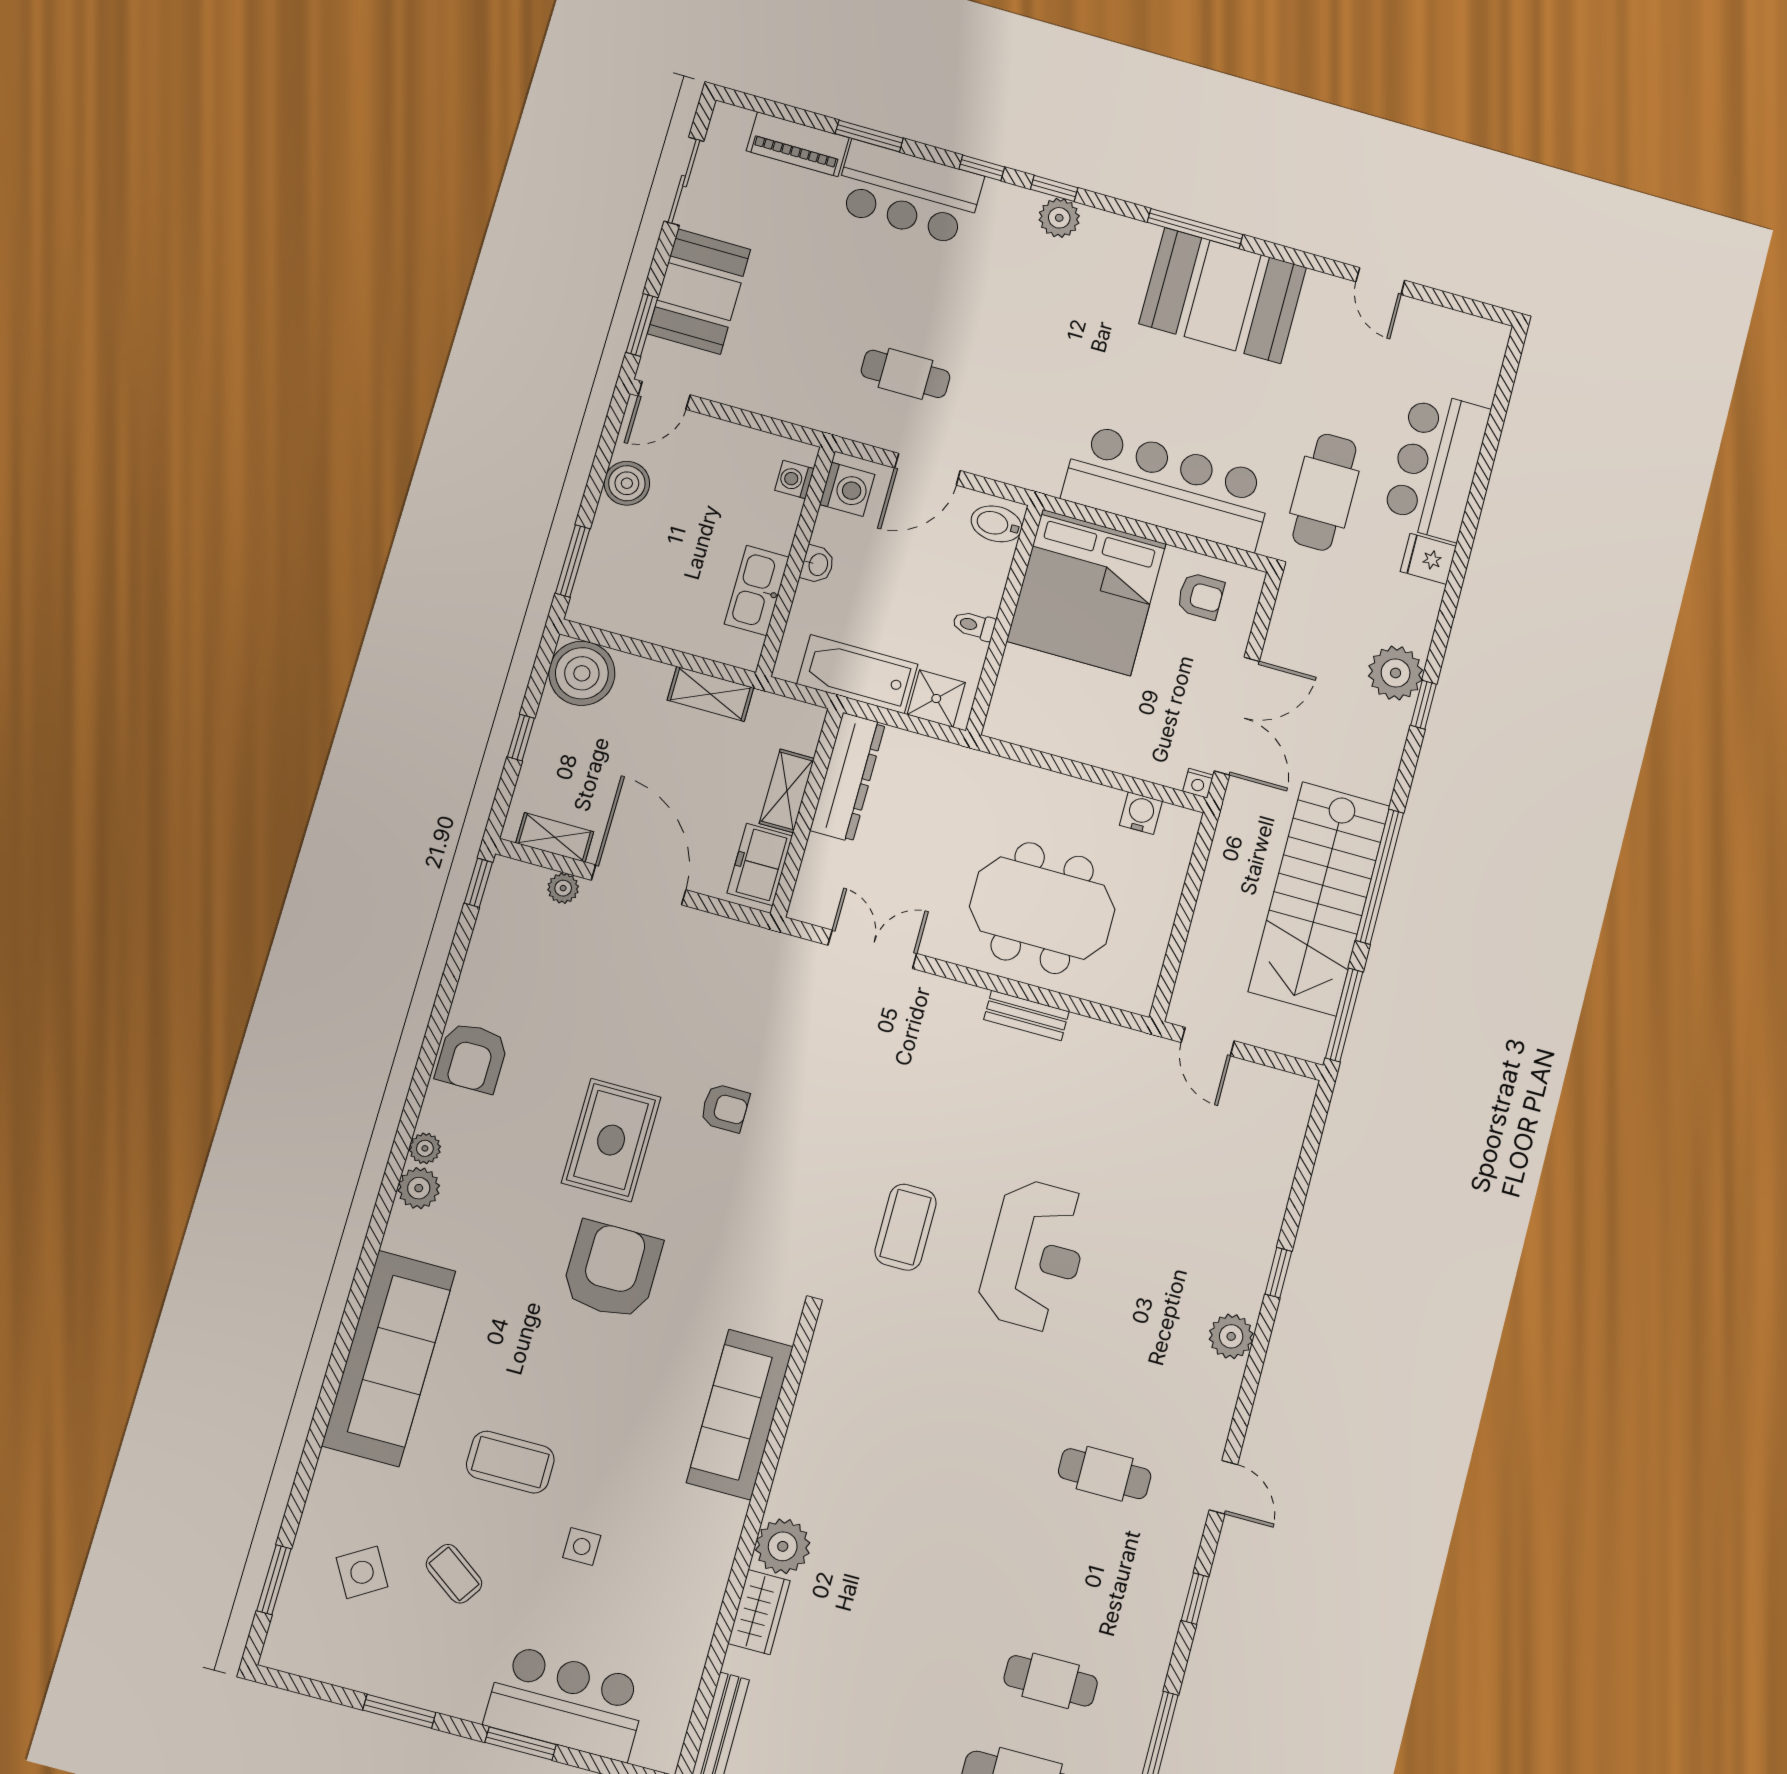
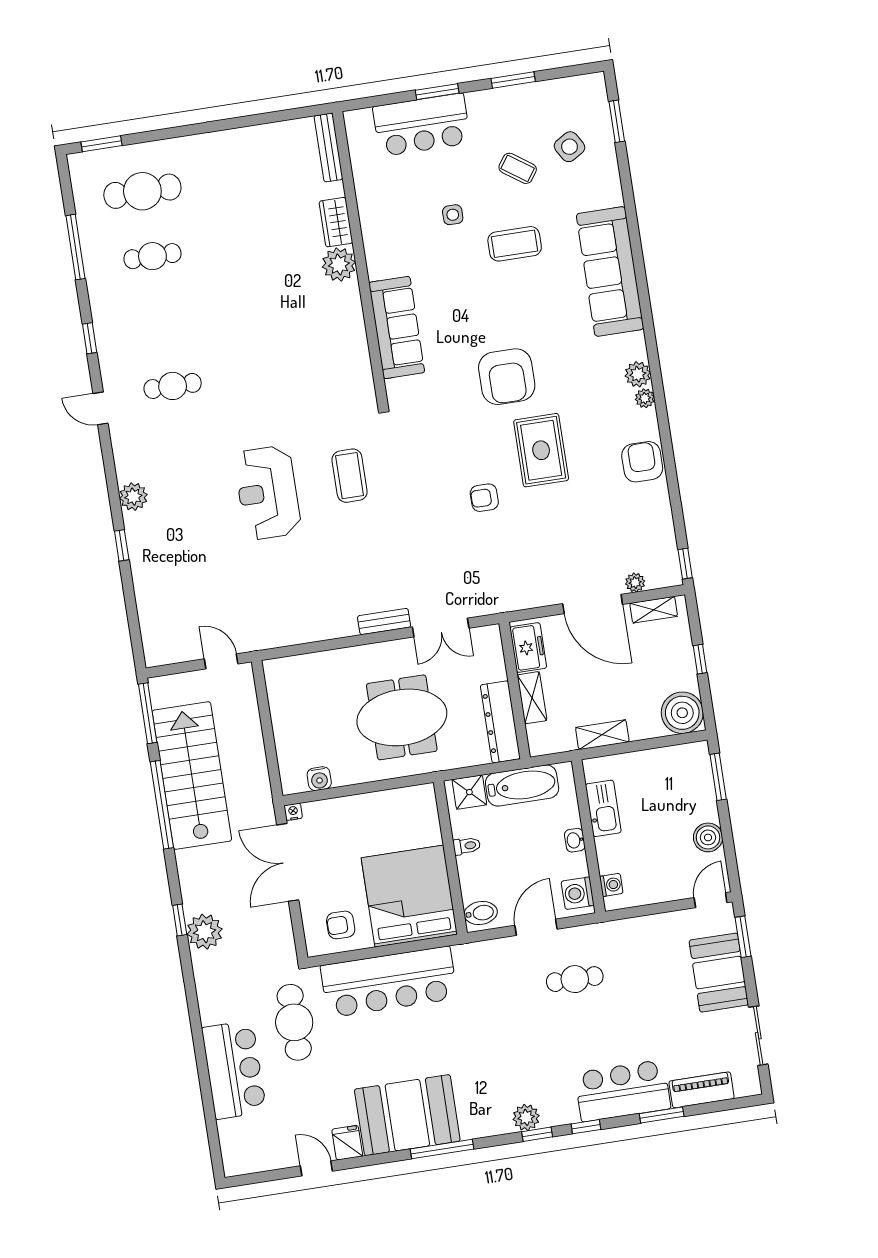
fridge: (1428, 559) -> (347, 1143), moved, turned -90
meeting table: (1042, 908) -> (402, 717), moved
bench: (1026, 1015) -> (384, 621), moved

